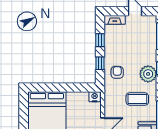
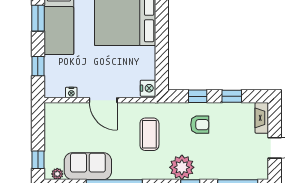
armchair: (117, 72) -> (200, 125), moved
coffee table: (137, 99) -> (149, 134), moved

